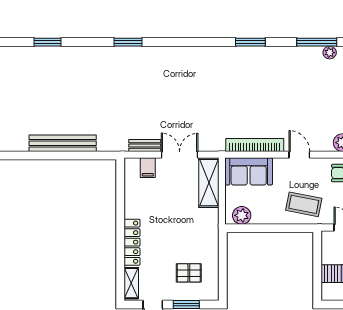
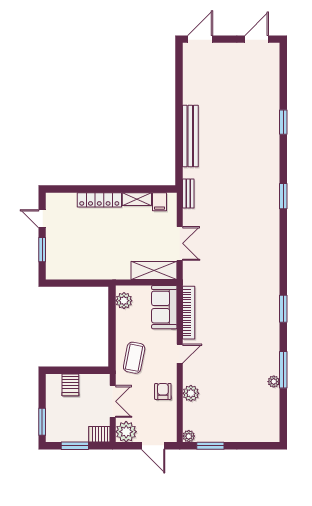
bench: (145, 145) -> (188, 193), moved
filing cabinet: (148, 168) -> (159, 202), moved, turned -90
pallet: (189, 273) -> (71, 252), removed
shelving: (131, 283) -> (137, 199), moved

